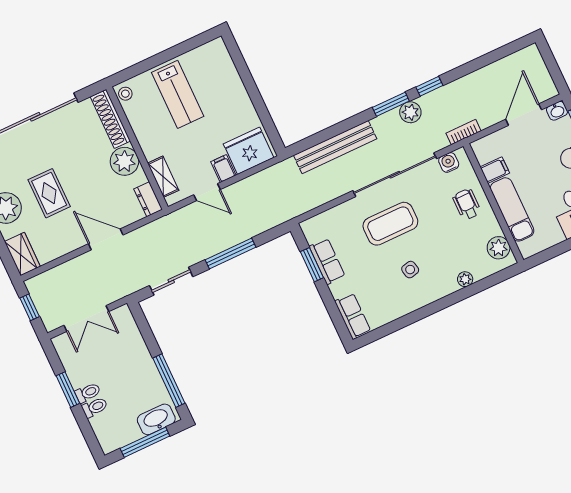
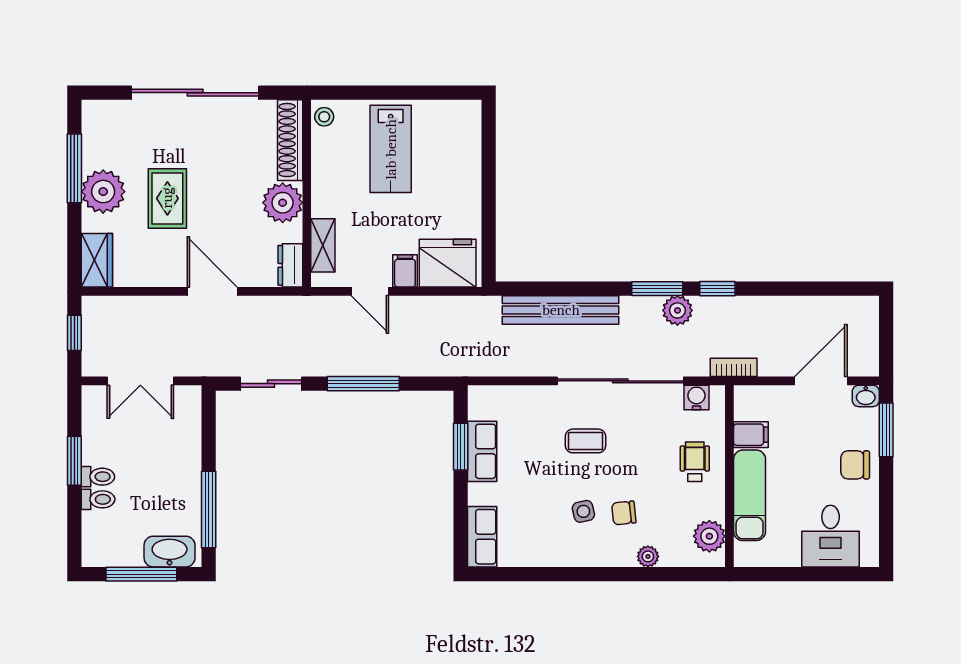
coffee table: (390, 224) -> (585, 441), width x0.54, depth x0.58
chair: (437, 258) -> (624, 513), added

